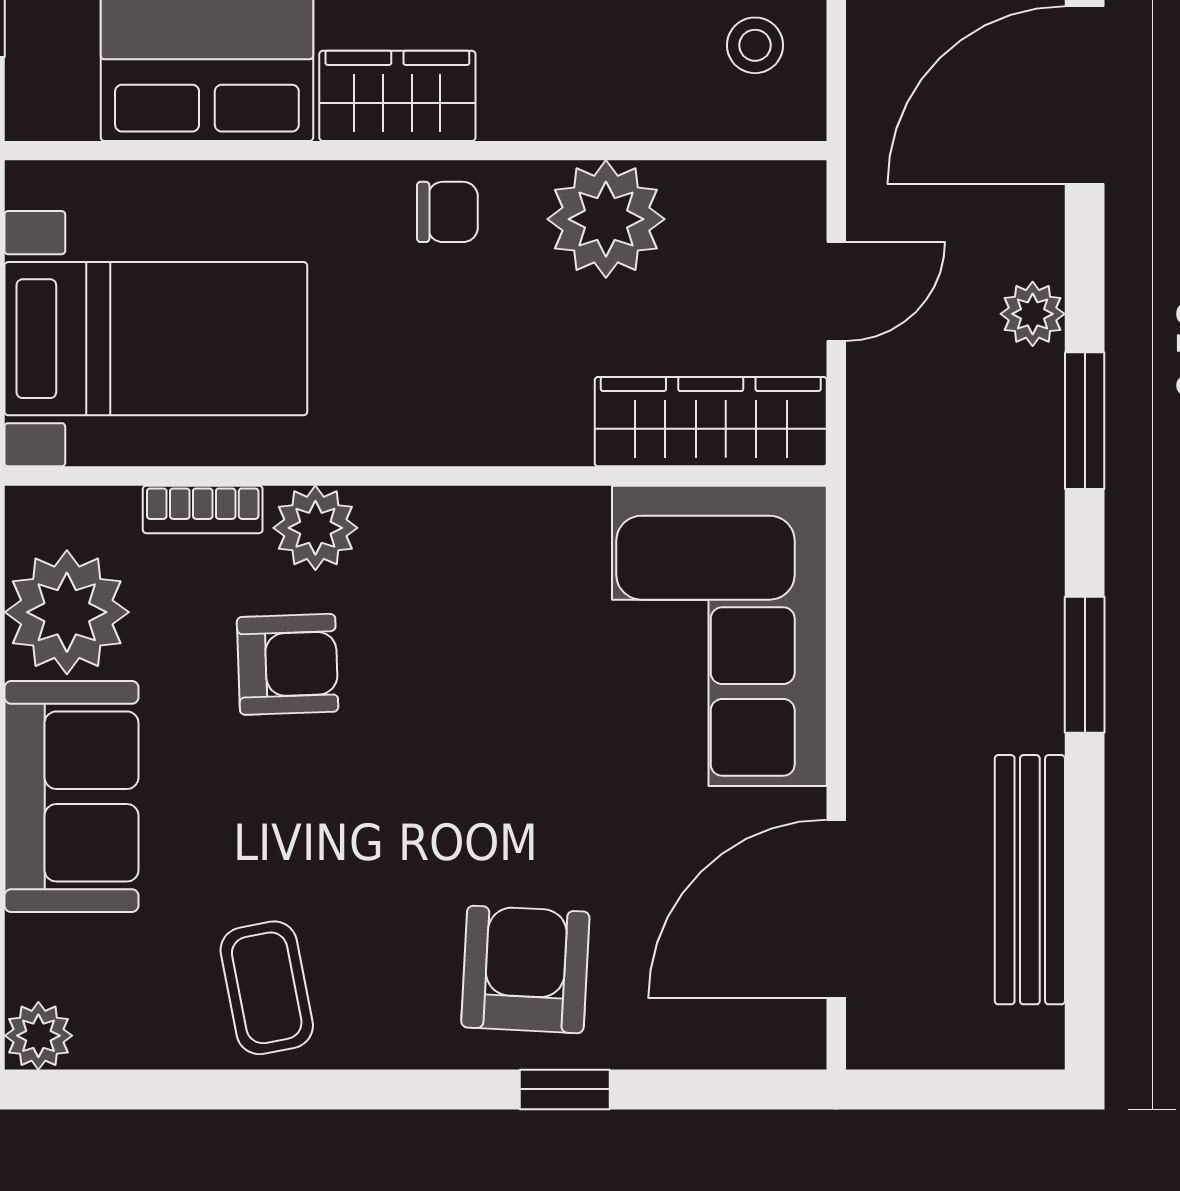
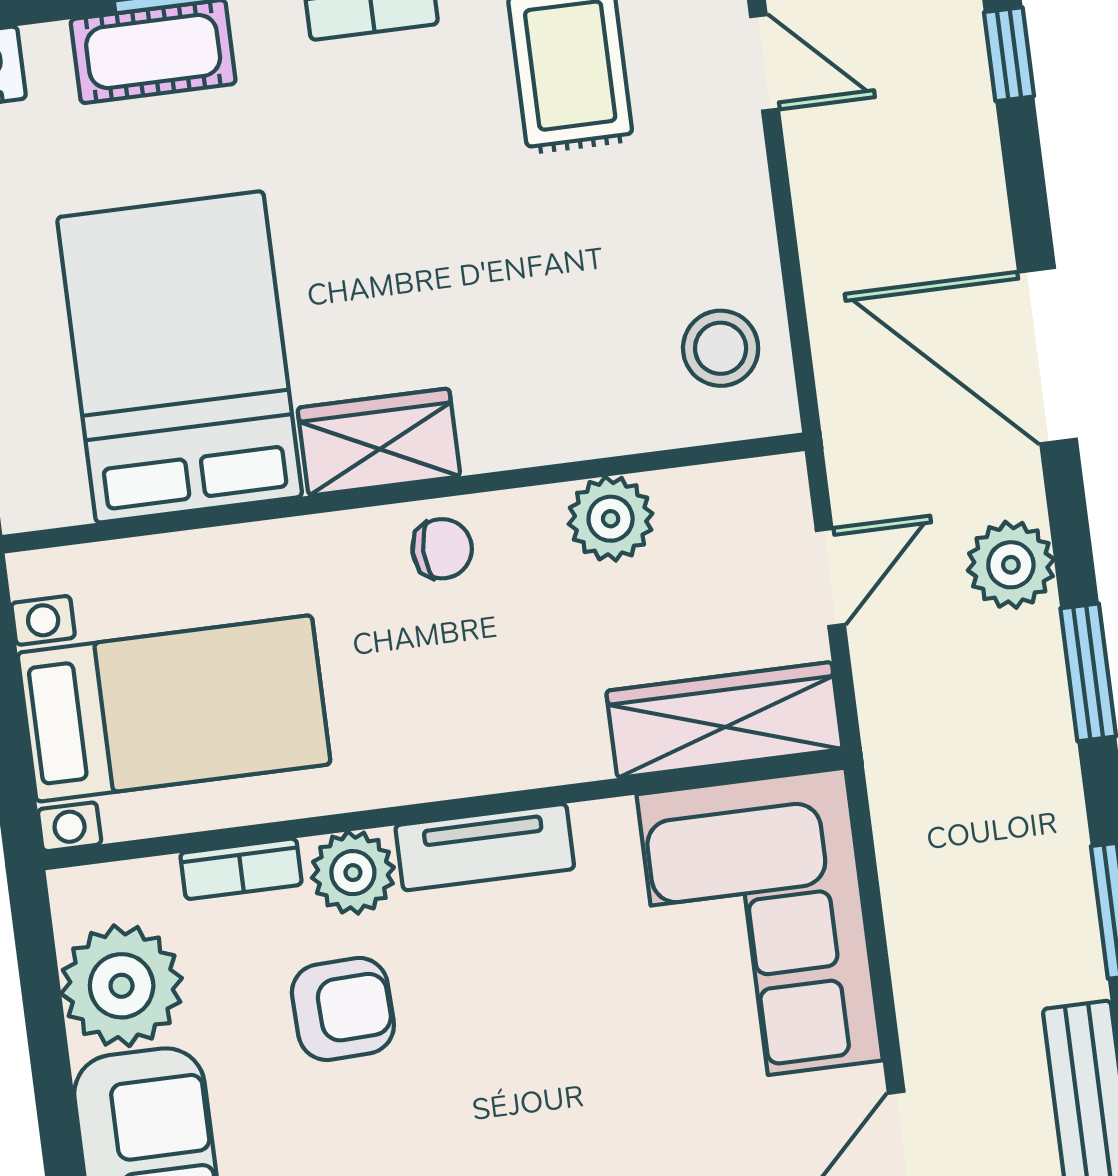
stool: (755, 45) -> (721, 348), width x1.37, depth x1.37
door: (1085, 95) -> (1048, 356), hinge flipped
plant: (606, 219) -> (611, 519), width x0.73, depth x0.73
plant: (1033, 314) -> (1011, 565), width x1.38, depth x1.38
tv unit: (452, 519) -> (485, 847), added

